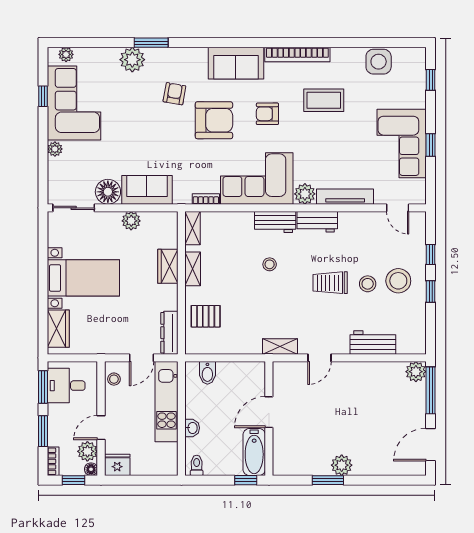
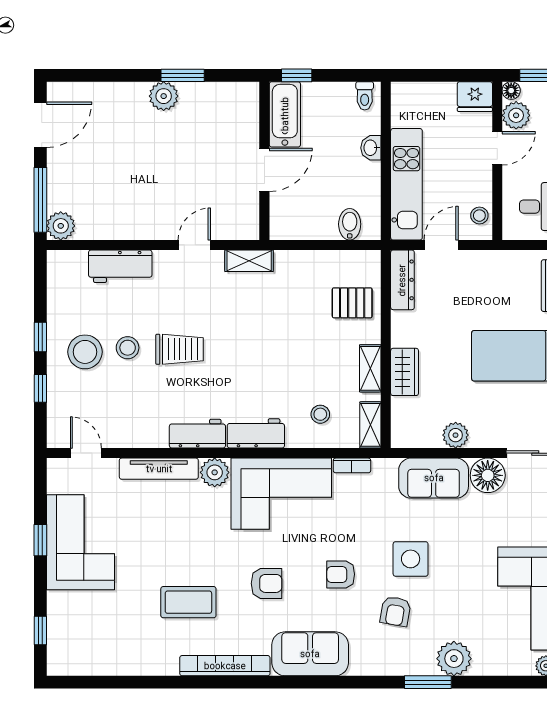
side table: (379, 62) -> (411, 559), moved
armchair: (214, 120) -> (341, 574), width x0.53, depth x0.53
stool: (270, 264) -> (320, 414), moved

